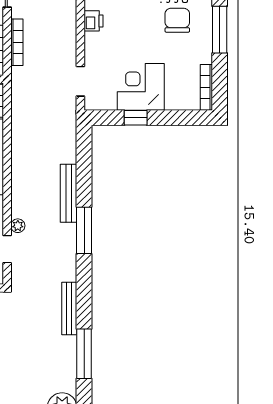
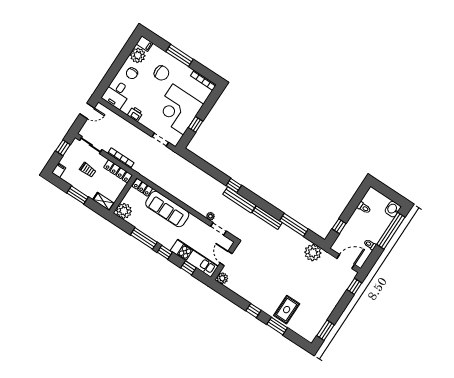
chair: (177, 20) -> (161, 73), turned 180
corner desk: (141, 87) -> (178, 109), width x1.36, depth x1.36
bench: (69, 193) -> (239, 200), moved
window: (84, 230) -> (234, 185), width x0.46

